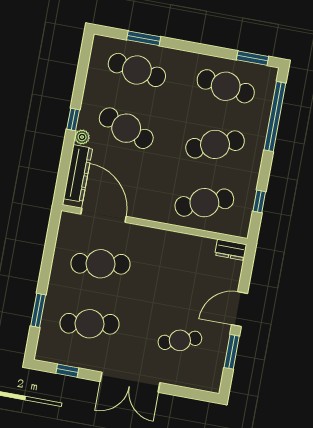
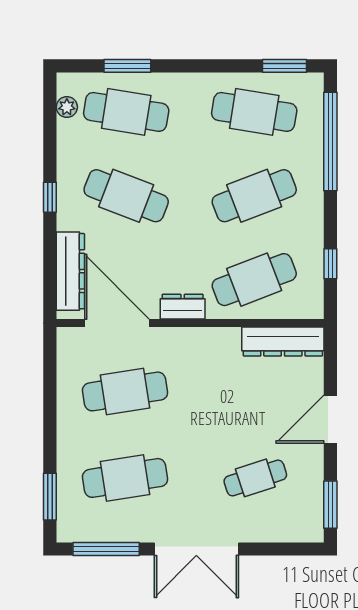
plant: (82, 137) -> (67, 107), moved
dresser: (151, 212) -> (183, 307), added
dresser: (231, 250) -> (283, 342), width x1.96, depth x1.24
window: (38, 310) -> (50, 497), moved
window: (232, 352) -> (330, 505), moved
window: (67, 371) -> (106, 549), width x2.17

